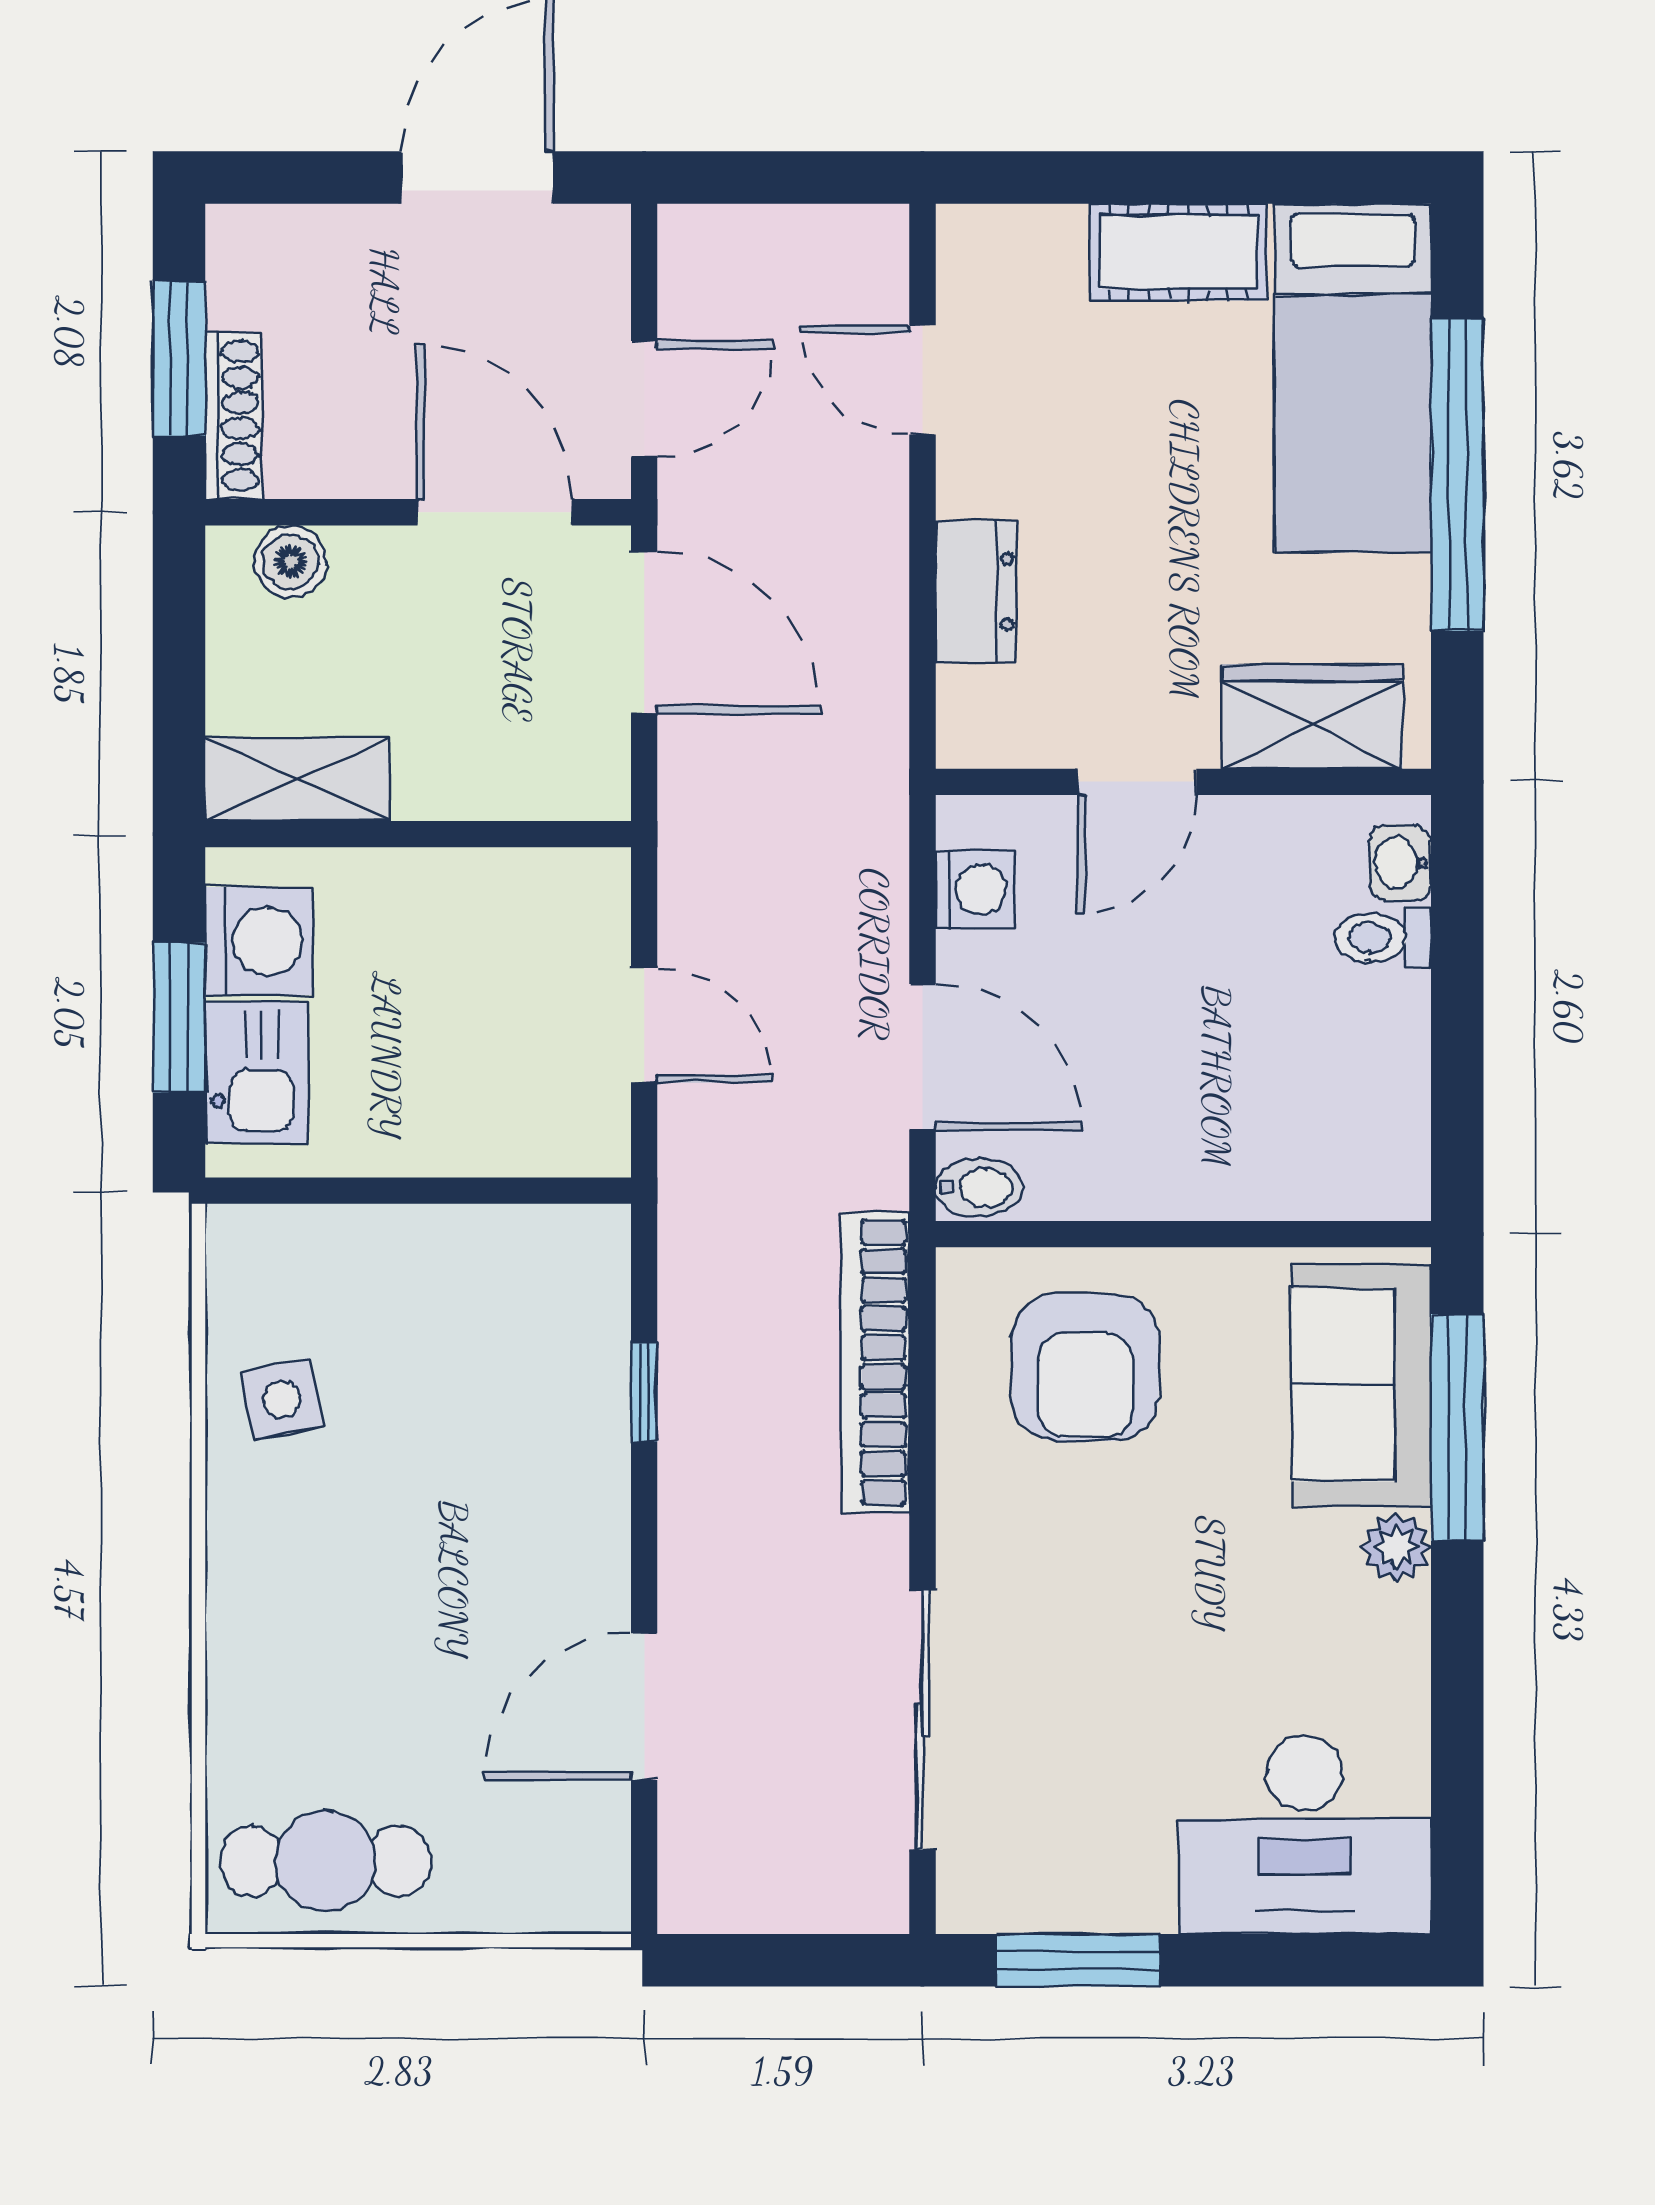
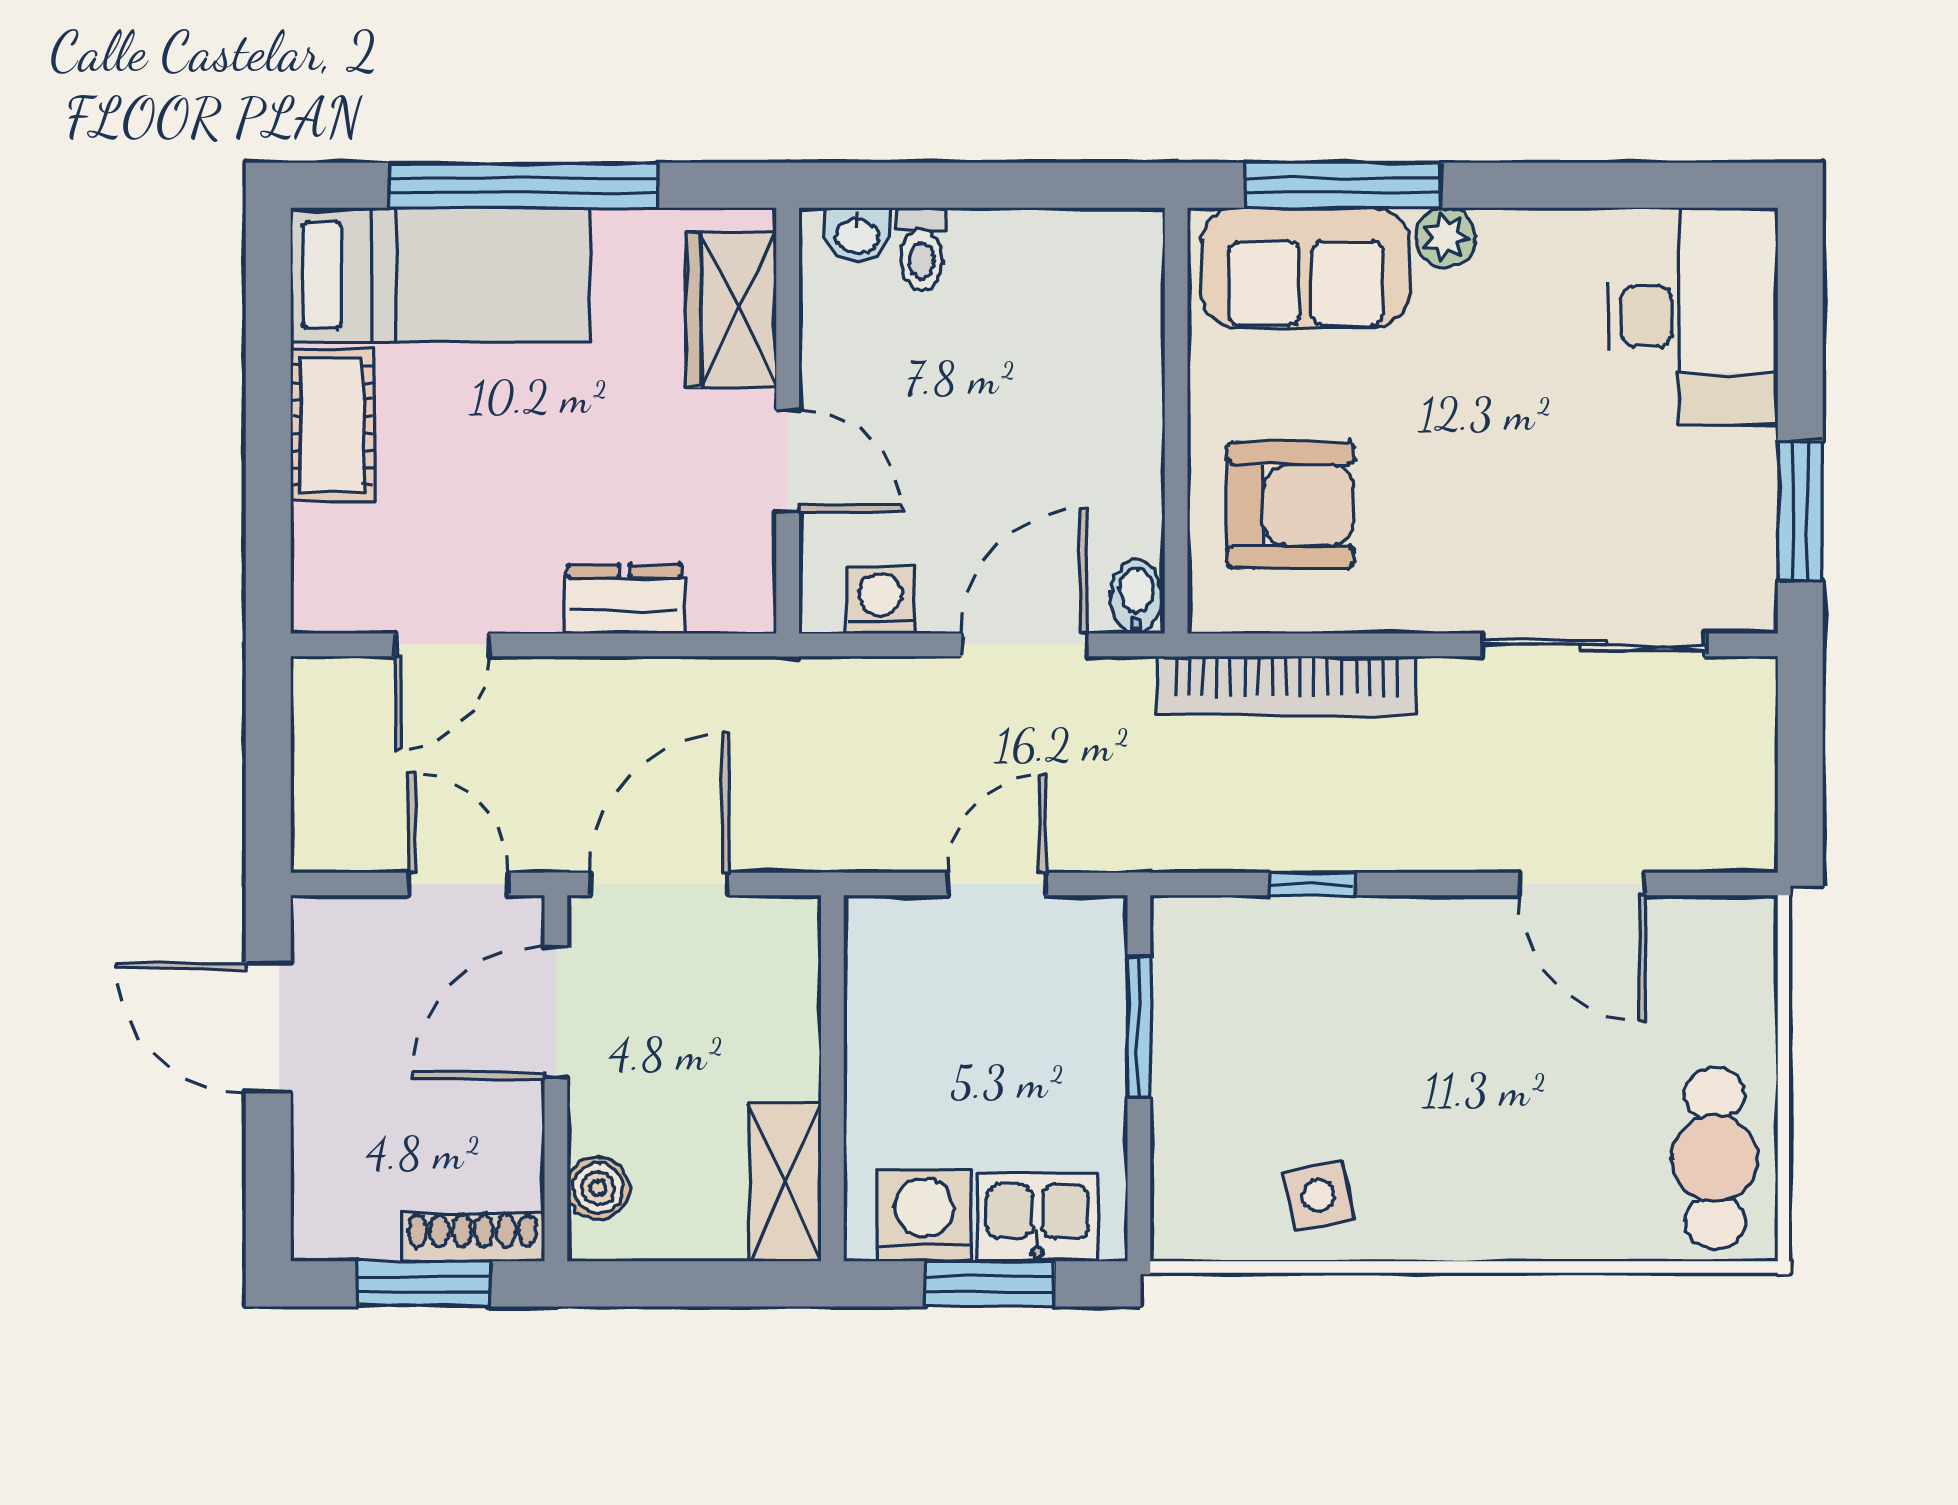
window: (477, 1191) -> (1139, 1027), added

